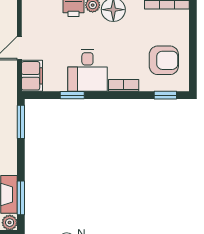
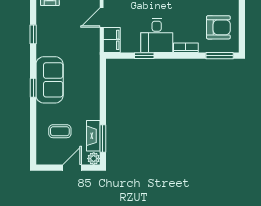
window: (165, 95) -> (220, 56), width x1.50
window: (21, 122) -> (103, 77), removed

